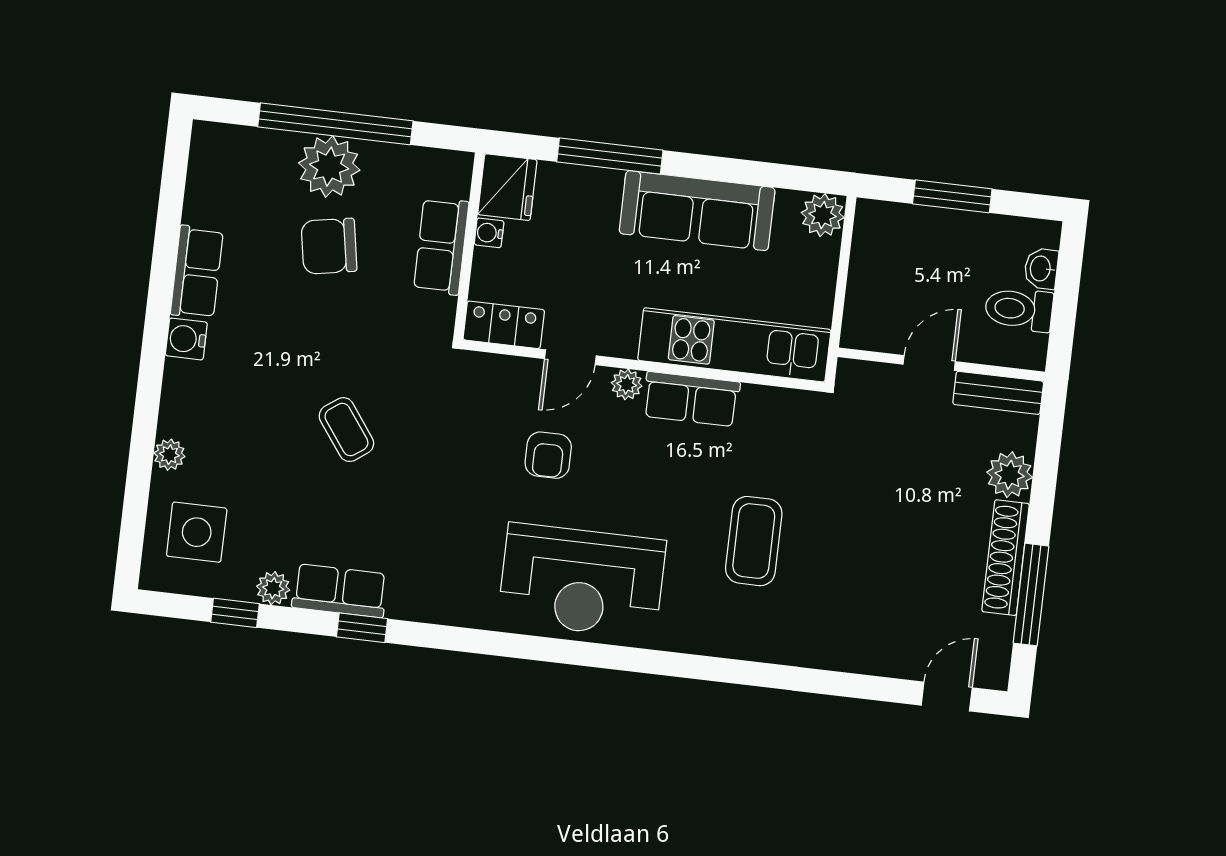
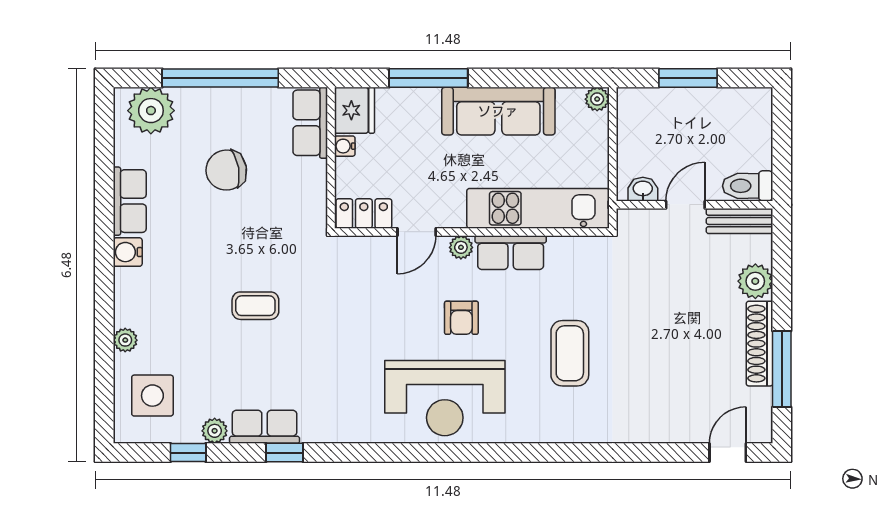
plant: (329, 167) -> (151, 111), moved
plant: (823, 215) -> (597, 99), width x0.73, depth x0.73
row of seats: (441, 246) -> (310, 123), moved
washbasin: (1041, 269) -> (643, 189), moved, turned 90
toilet: (1019, 309) -> (748, 186), moved
coffee table: (346, 430) -> (255, 306), turned -54
armchair: (548, 455) -> (461, 318), moved

